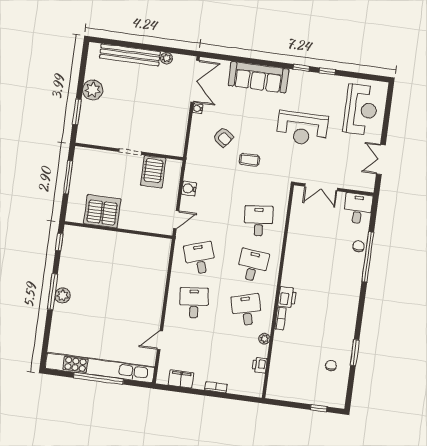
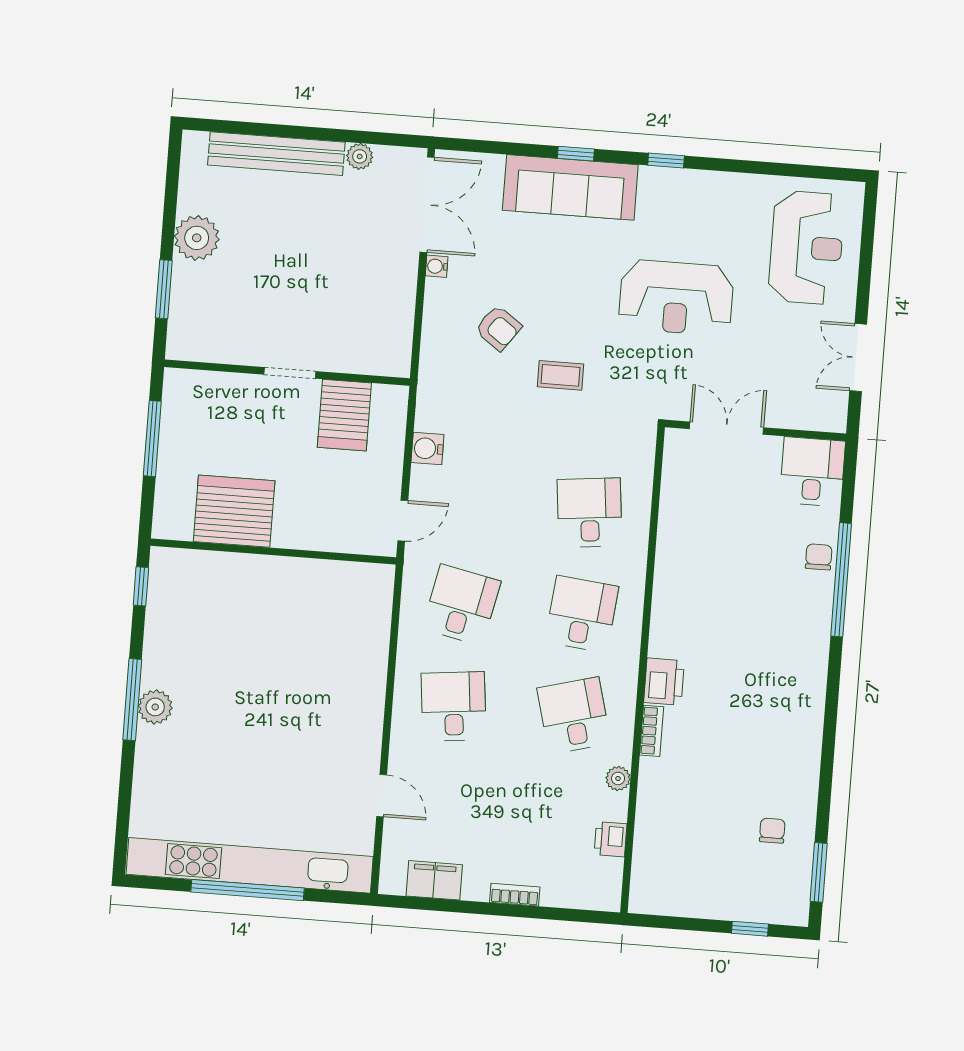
window: (327, 71) -> (576, 154), moved
double door: (321, 187) -> (727, 428), swing flipped
desk: (200, 258) -> (461, 605), turned 30
door: (160, 340) -> (382, 796), swing flipped
window: (355, 353) -> (819, 872), moved

